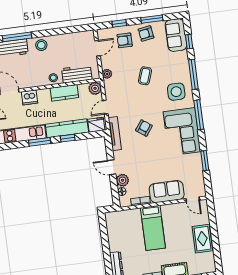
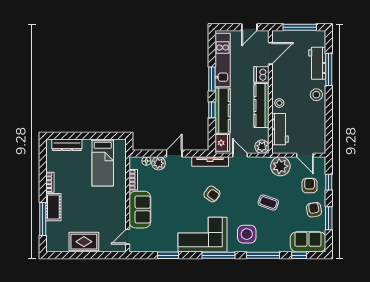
plant: (107, 74) -> (280, 166), width x1.87, depth x1.87
kitchen counter: (64, 93) -> (261, 106), width x1.50
bed: (153, 228) -> (103, 163), moved, turned -90

